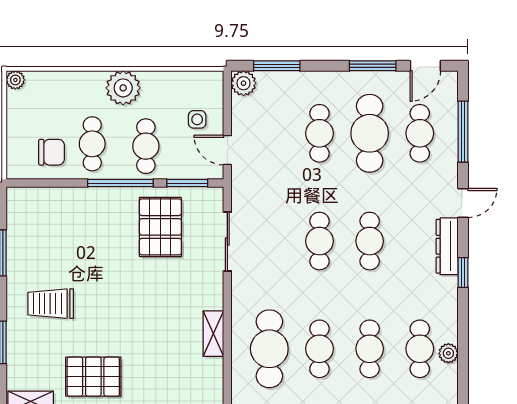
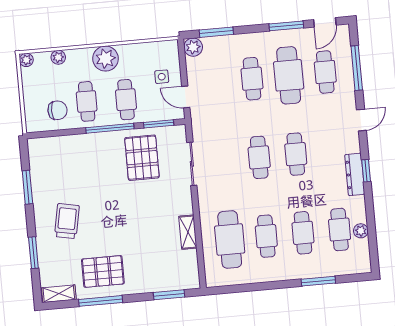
plant: (59, 80) -> (58, 57), added
dresser: (447, 246) -> (355, 174), moved
trolley: (51, 304) -> (67, 221), turned 101

